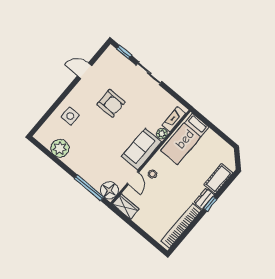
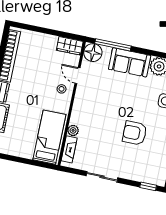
sliding door: (149, 73) -> (102, 177), moved
sofa: (142, 149) -> (130, 62), moved, turned 90

